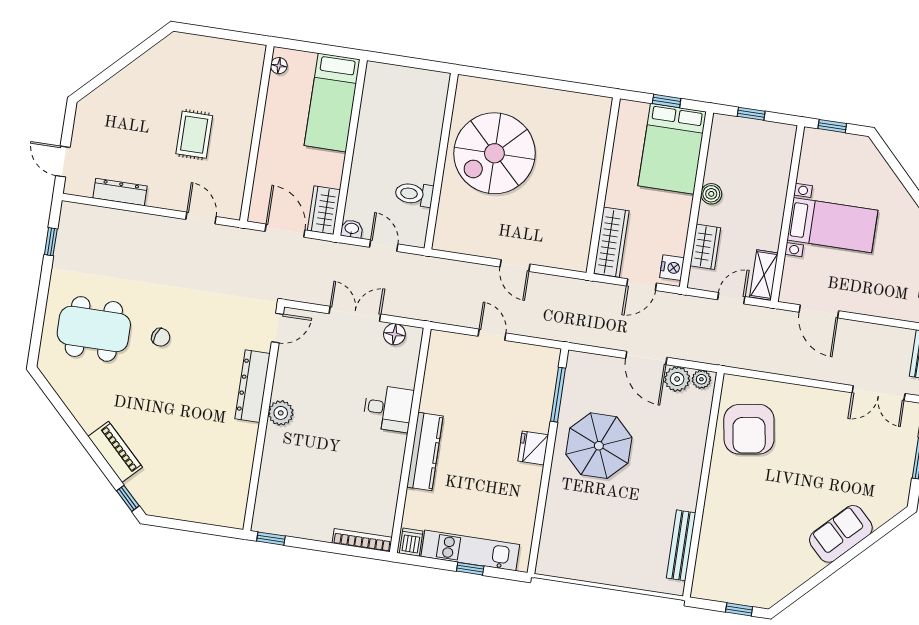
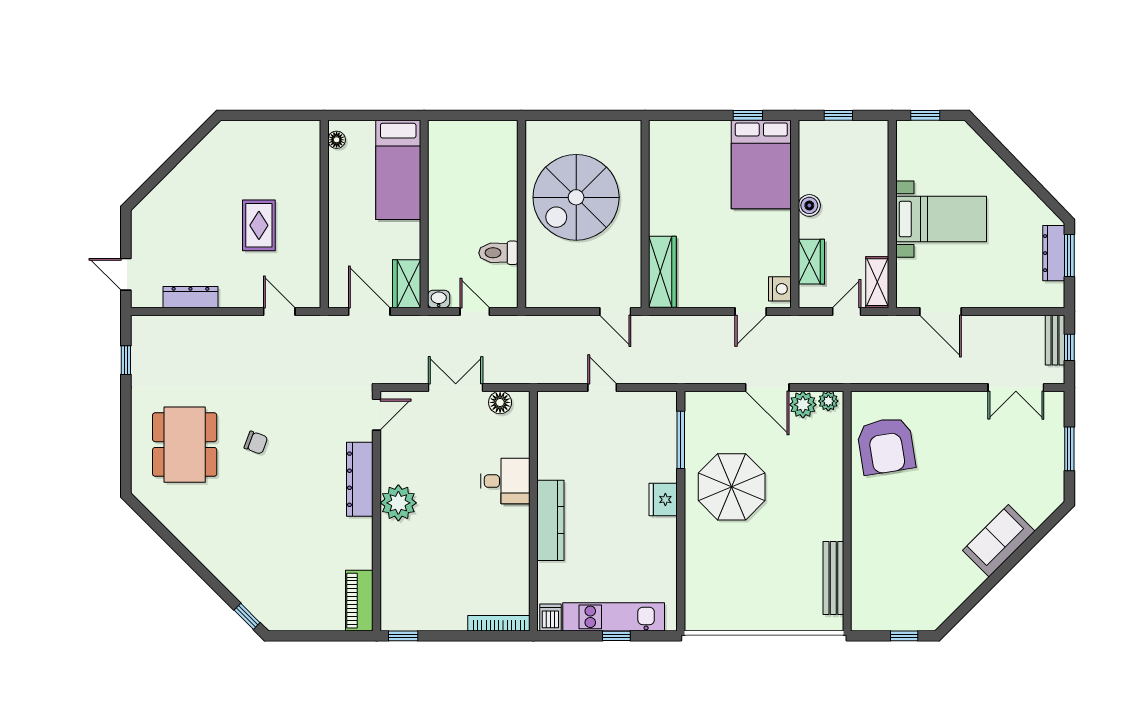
wall: (603, 186) -> (645, 214), moved
wardrobe: (611, 242) -> (662, 272), moved
dining table: (94, 329) -> (185, 445), turned 90
plant: (281, 413) -> (398, 503), width x1.36, depth x1.36
piano: (115, 452) -> (359, 601), moved, turned -135

